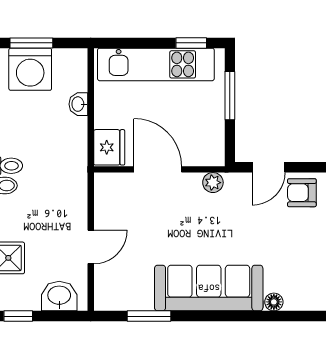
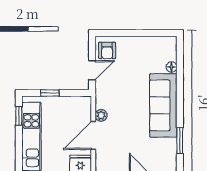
window: (230, 96) -> (50, 93), width x0.67
door: (268, 167) -> (92, 70), hinge flipped
plant: (213, 183) -> (101, 115), moved

